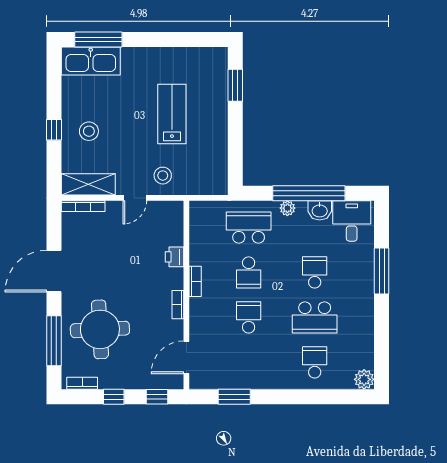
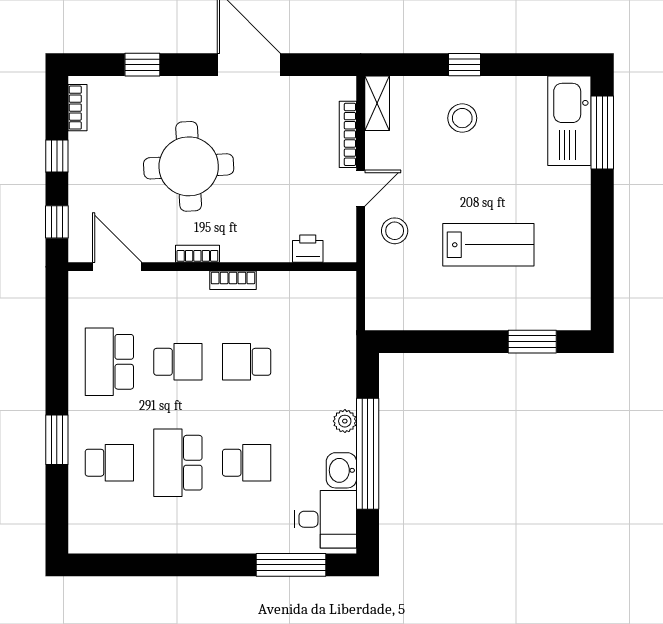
shelving: (88, 184) -> (377, 103), width x0.67, depth x0.75
door: (135, 198) -> (361, 188), swing flipped
bookcase: (83, 206) -> (348, 134), moved
school desk: (249, 228) -> (109, 362), moved, turned 180
printer: (174, 257) -> (308, 249), moved
window: (382, 271) -> (291, 565), moved
round table: (100, 329) -> (189, 166), moved
window: (54, 341) -> (142, 65), width x0.46
plant: (364, 379) -> (83, 538), removed
window: (234, 397) -> (57, 440), moved

